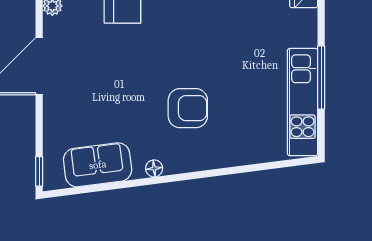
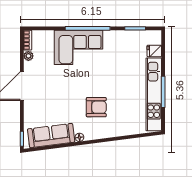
kitchen unit: (303, 102) -> (154, 94), width x1.36
sofa: (98, 165) -> (51, 136), width x1.36

